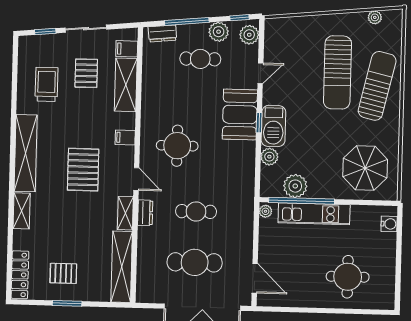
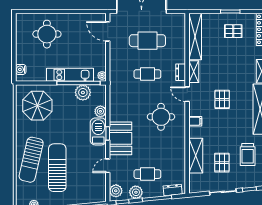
filing cabinet: (127, 49) -> (196, 179), removed
pallet: (83, 170) -> (222, 99), width x0.67, depth x0.71

